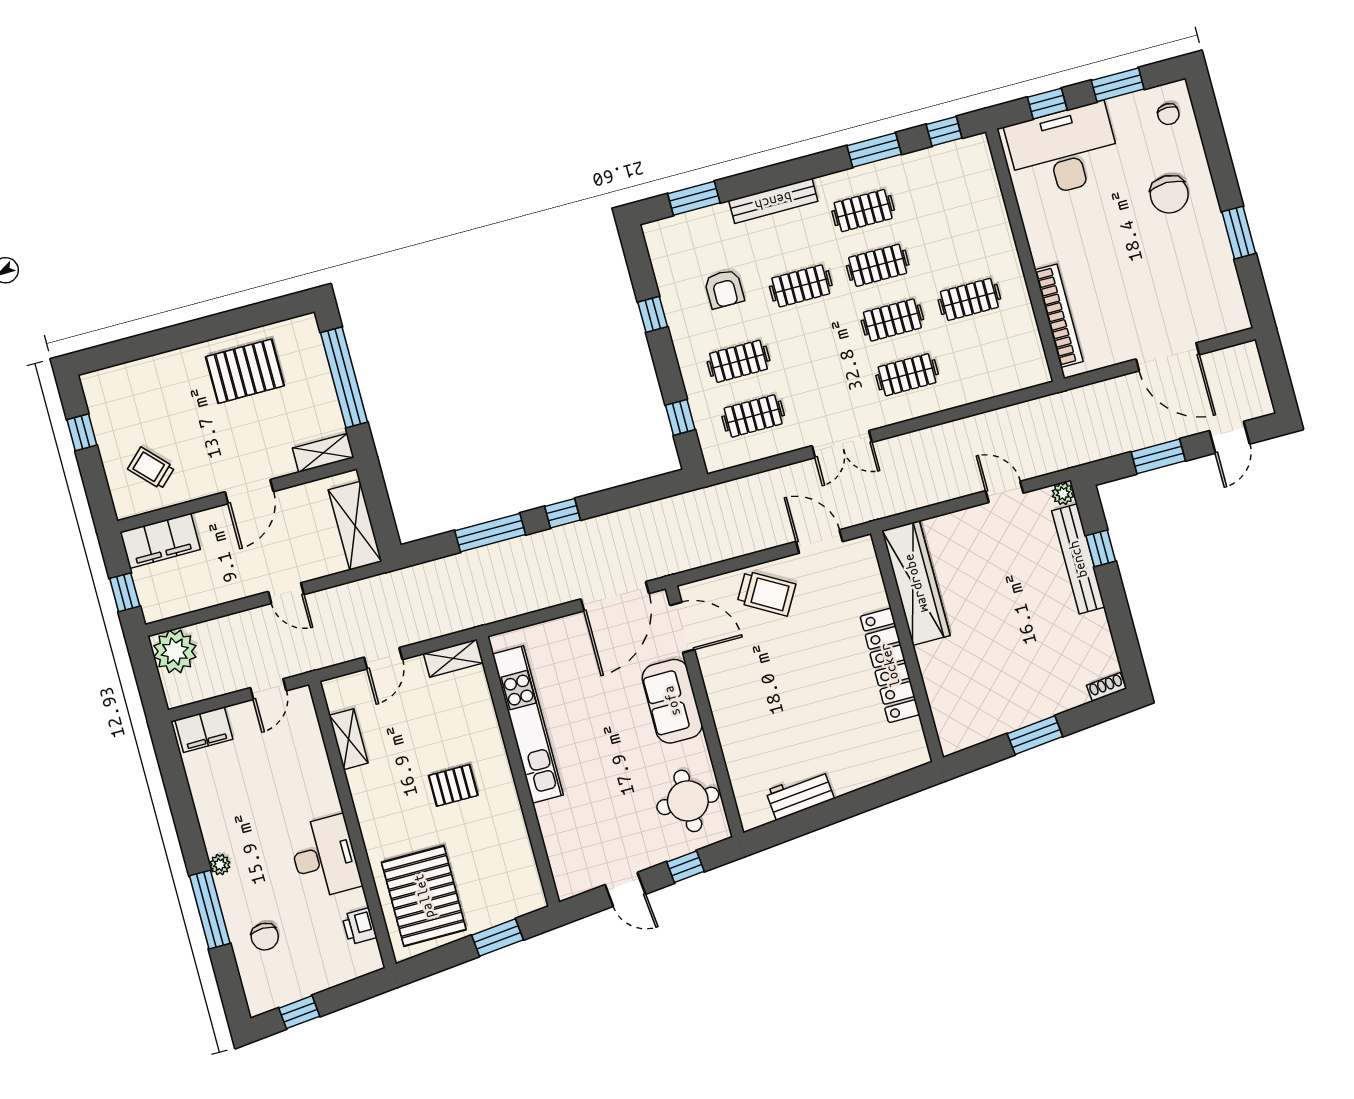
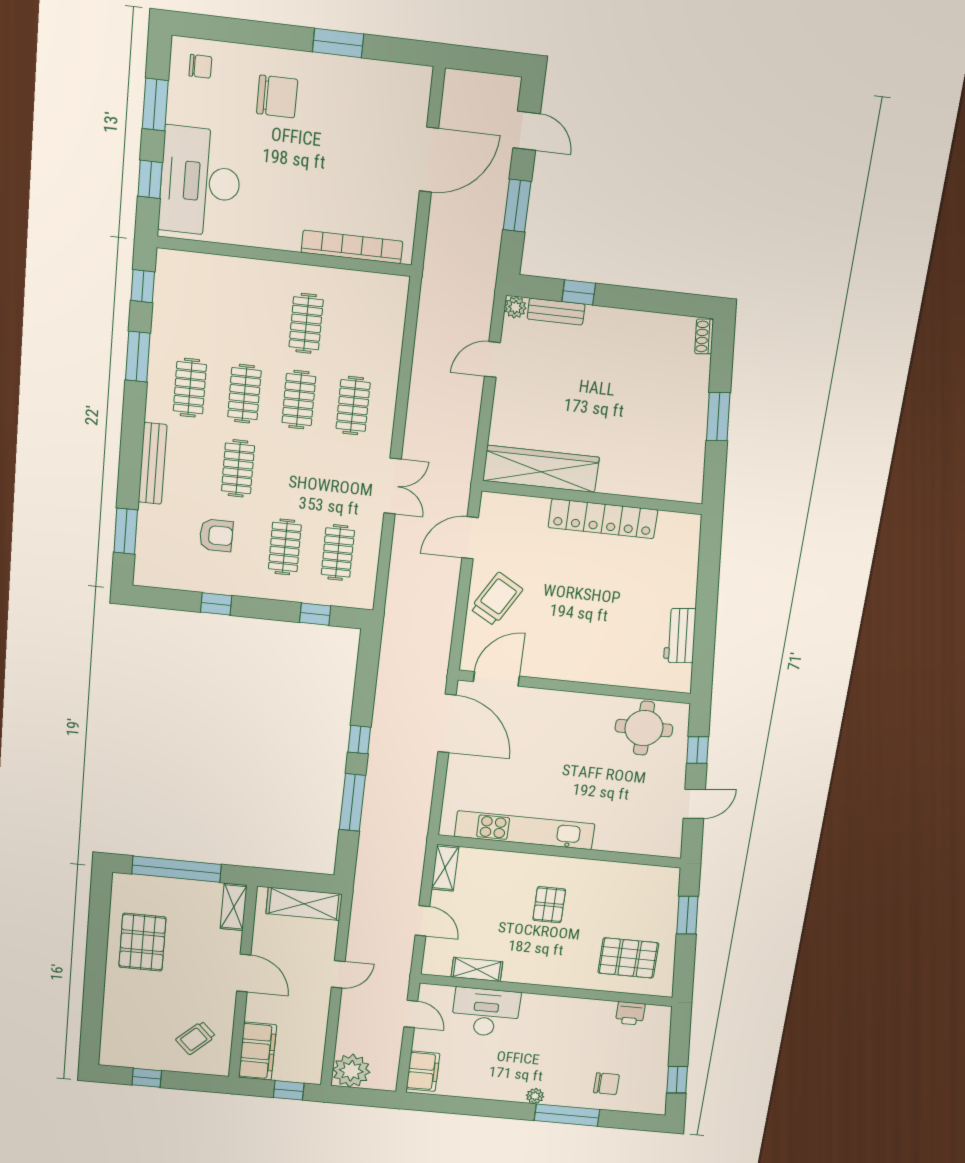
bench: (1078, 559) -> (556, 312), width x0.54, depth x0.82
sofa: (672, 701) -> (555, 710), removed
desk: (325, 857) -> (486, 1012), moved
pallet: (424, 896) -> (628, 958), width x0.73, depth x0.71

